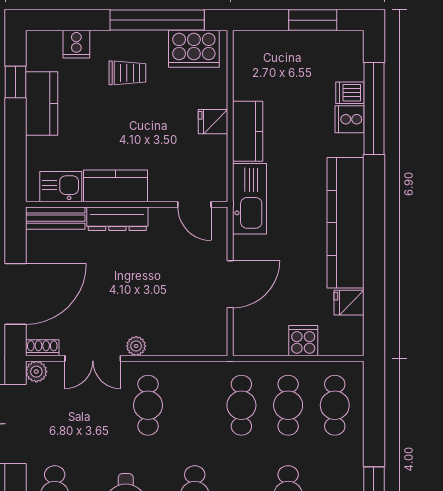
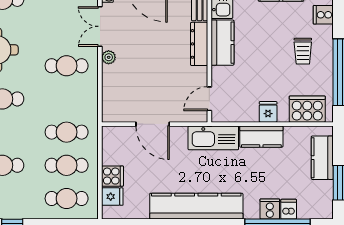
kitchen counter: (277, 46) -> (322, 158), added
cooker: (194, 49) -> (307, 109), moved, turned 90
fridge: (349, 303) -> (112, 197), moved, turned 90

